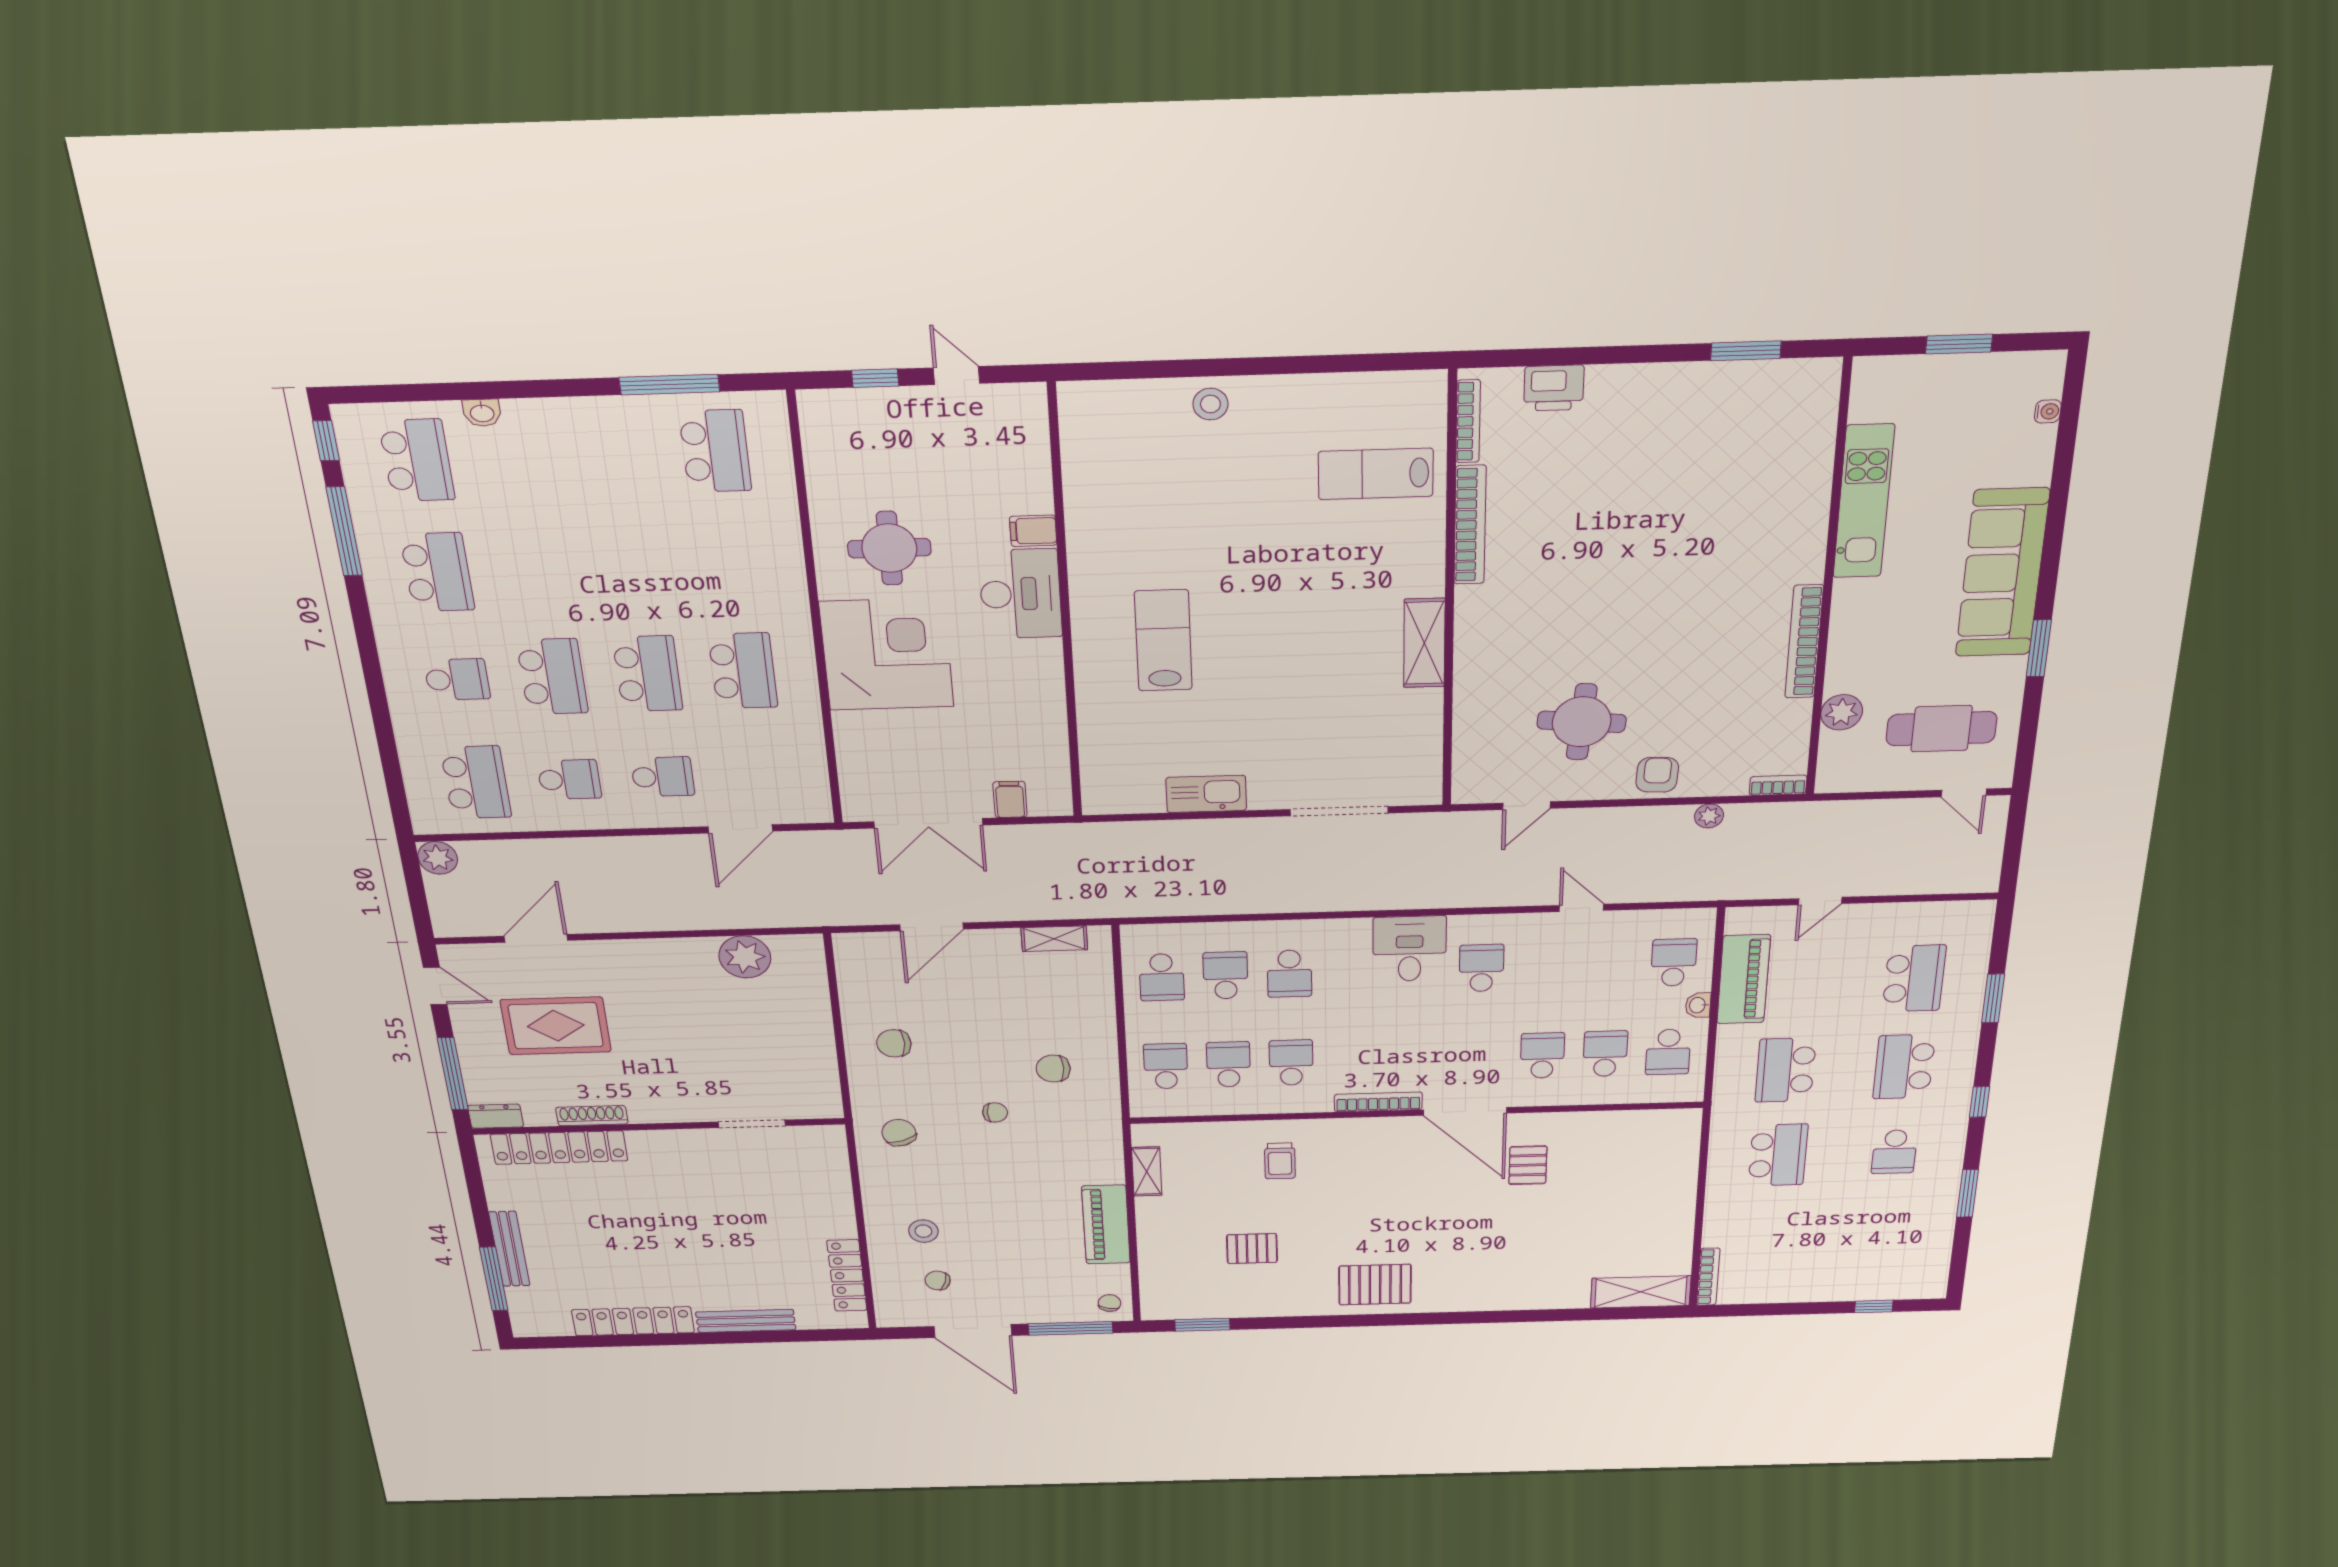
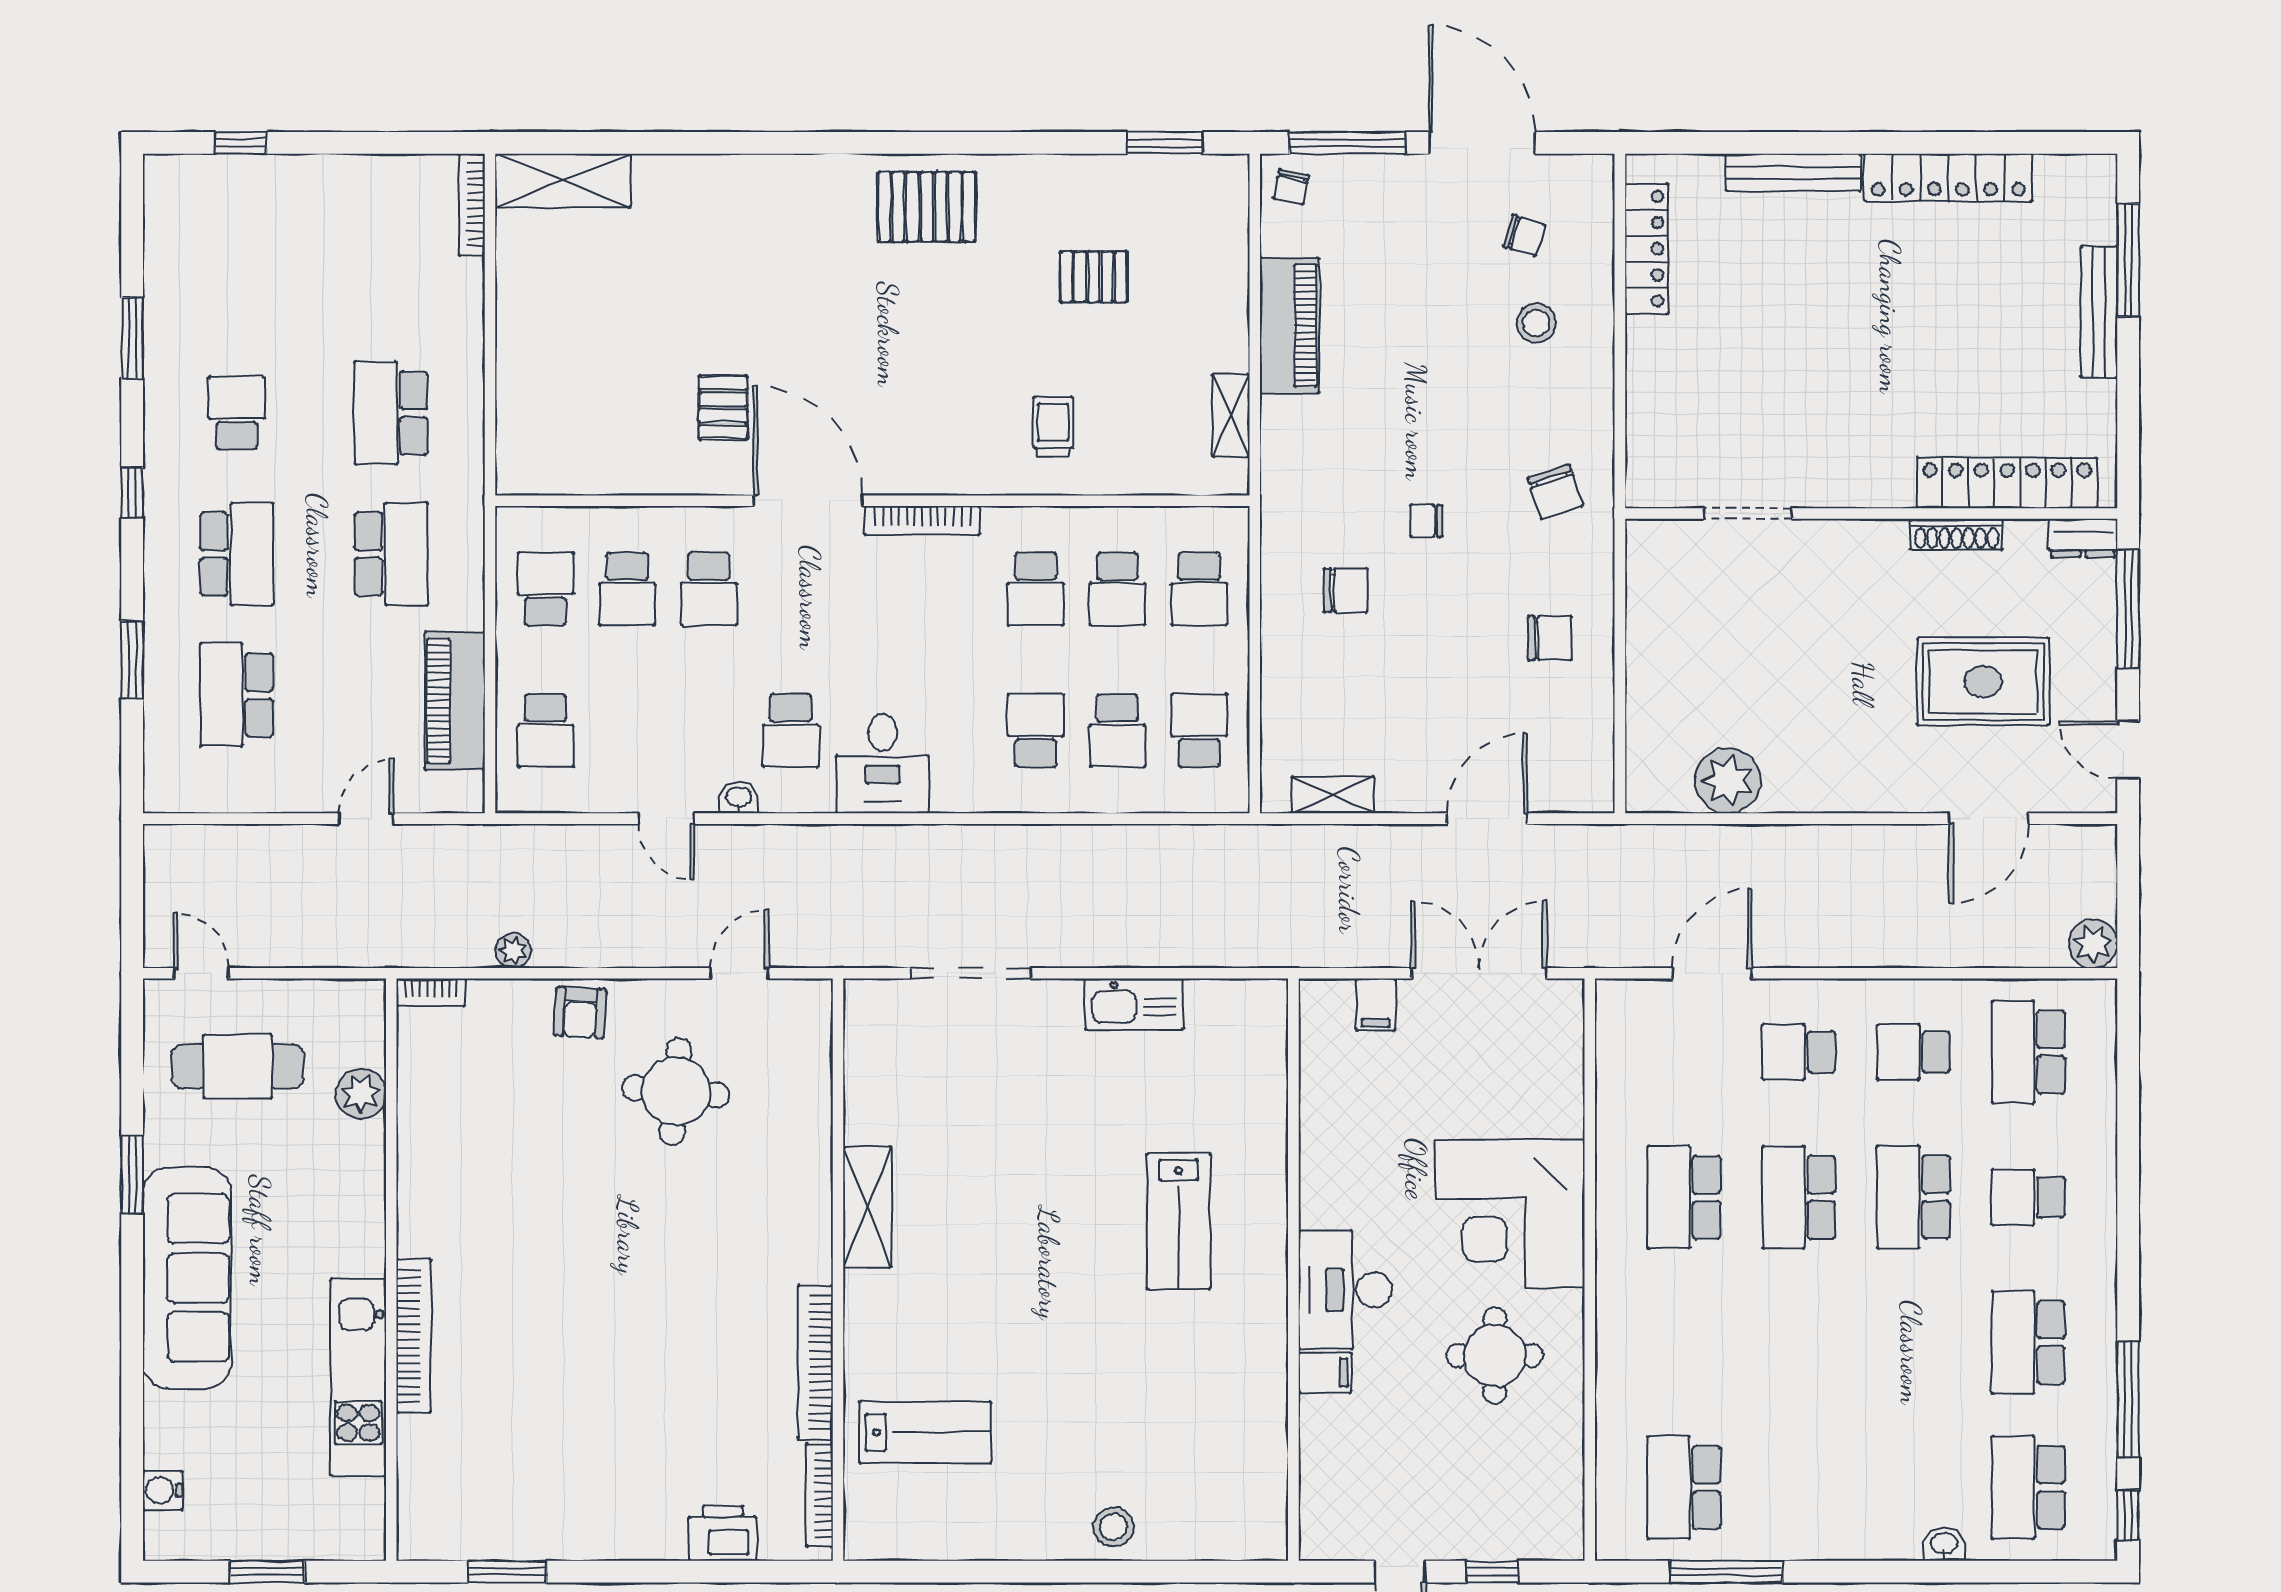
water cooler: (2048, 411) -> (163, 1490), width x1.38, depth x1.38
bookcase: (1804, 642) -> (414, 1336), moved
washbasin: (1698, 1005) -> (739, 798), moved, turned -90

